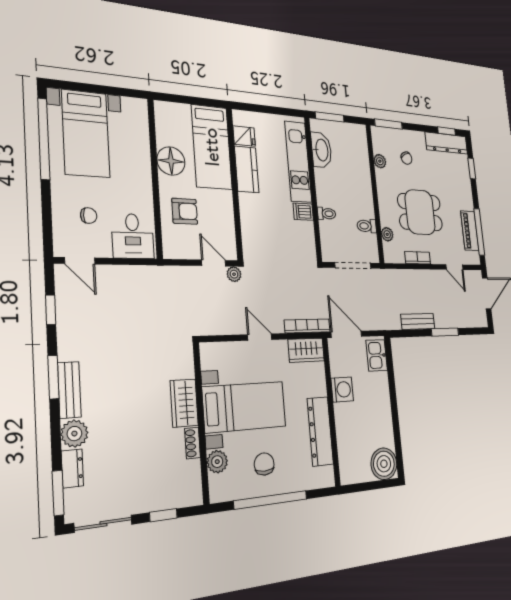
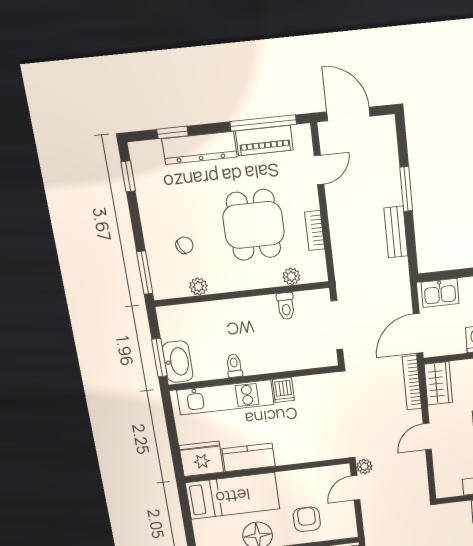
fridge: (244, 136) -> (201, 459), width x1.88, depth x1.34
dresser: (446, 143) -> (200, 148), moved, turned 90
washbasin: (321, 150) -> (178, 362), moved, turned 90
toilet: (327, 214) -> (234, 366), moved

